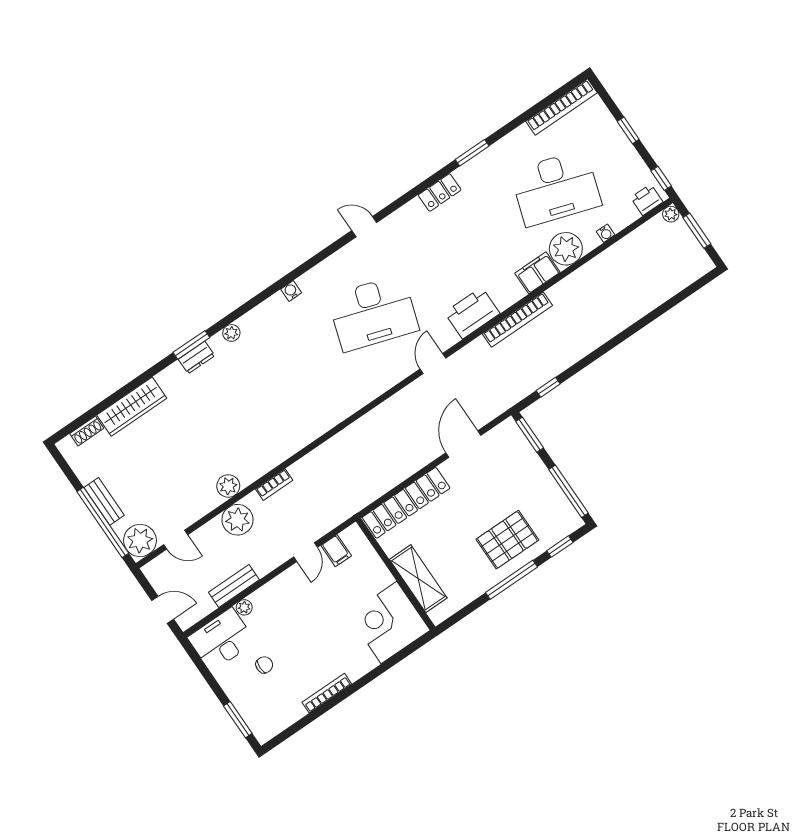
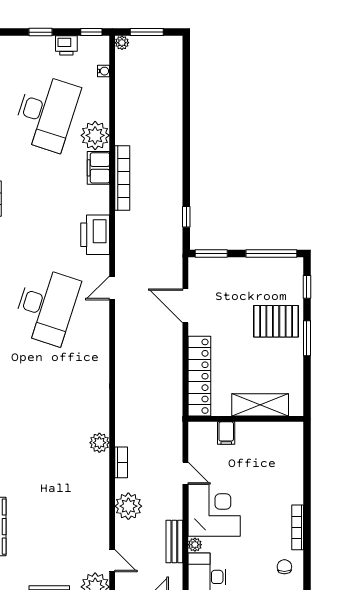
printer: (647, 200) -> (66, 45), moved, turned -90
water cooler: (606, 233) -> (104, 71), moved
bookcase: (517, 320) -> (122, 178), moved
door: (433, 363) -> (112, 288), hinge flipped
plant: (228, 486) -> (99, 443), moved
door: (176, 540) -> (112, 561), hinge flipped
pallet: (507, 540) -> (276, 321), turned 90
filing cabinet: (336, 551) -> (226, 433), moved, turned 90
window: (511, 580) -> (307, 338), width x0.69
corner desk: (389, 623) -> (214, 510), moved, turned 180
chair: (264, 665) -> (284, 567), moved

